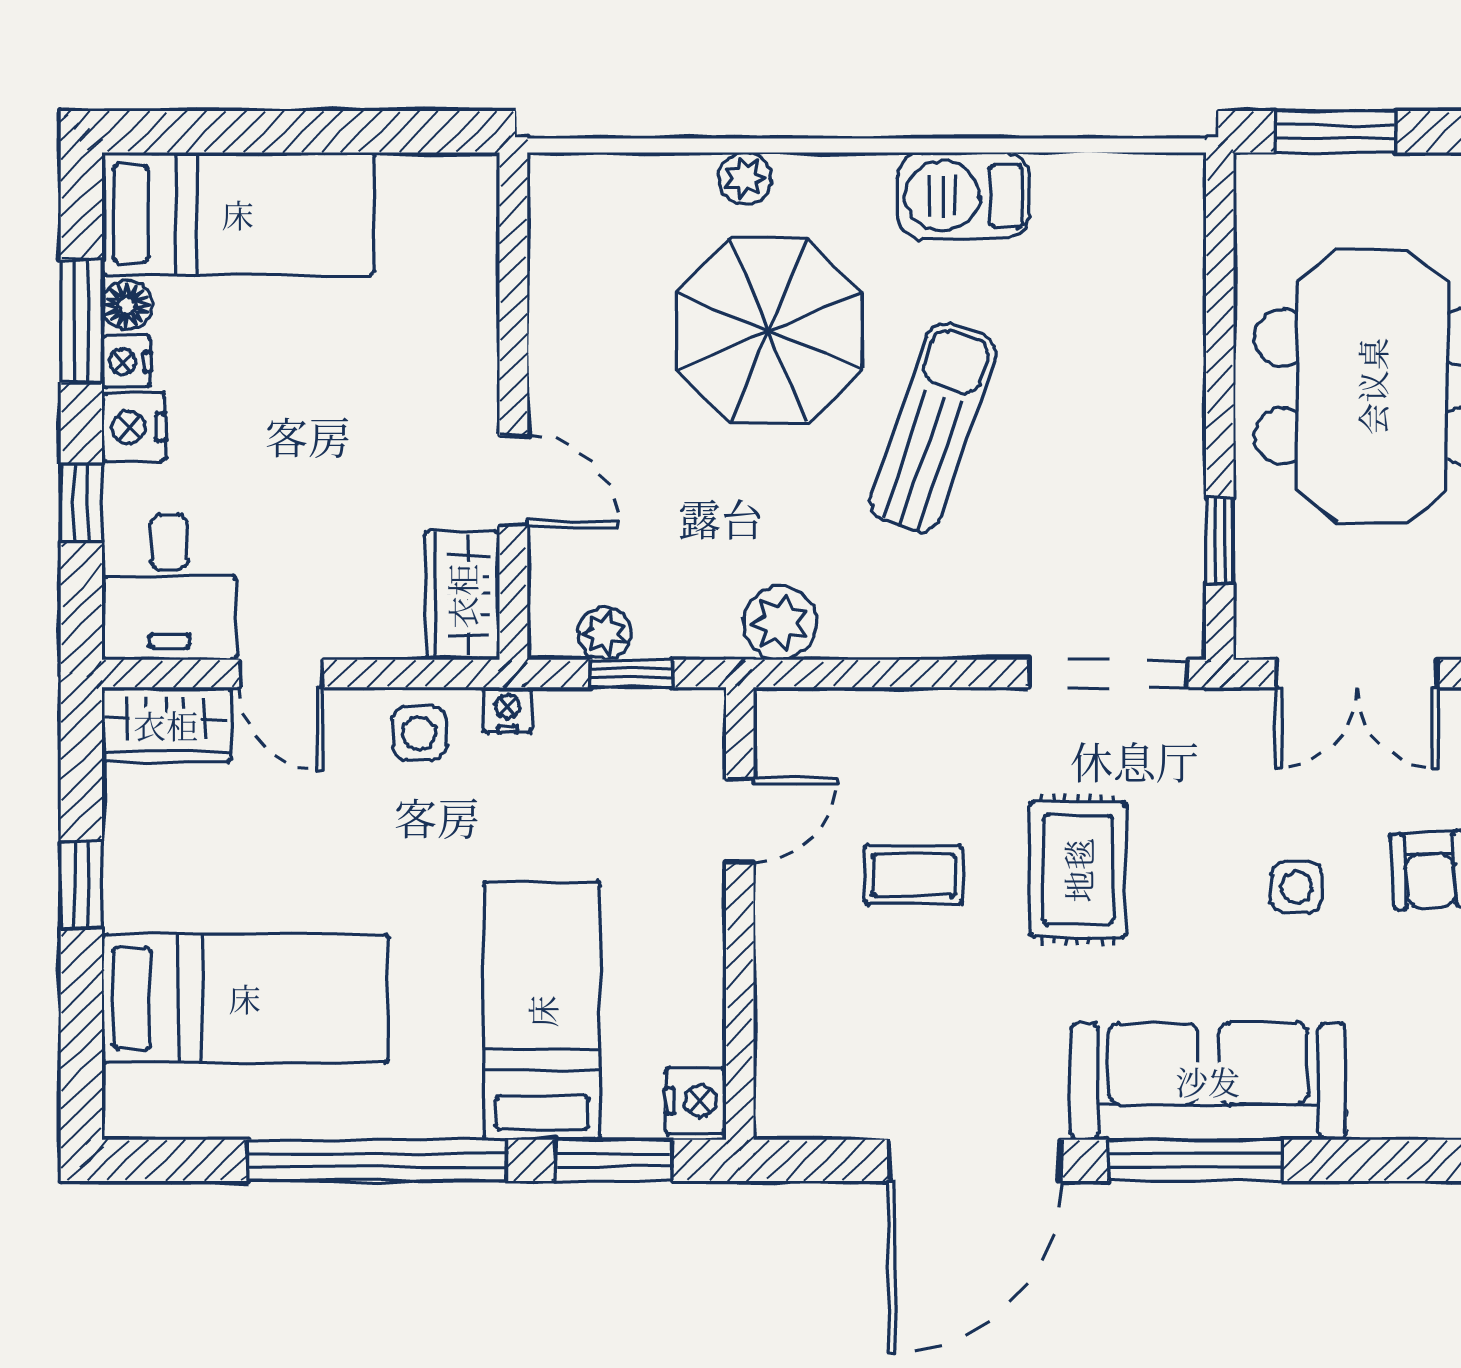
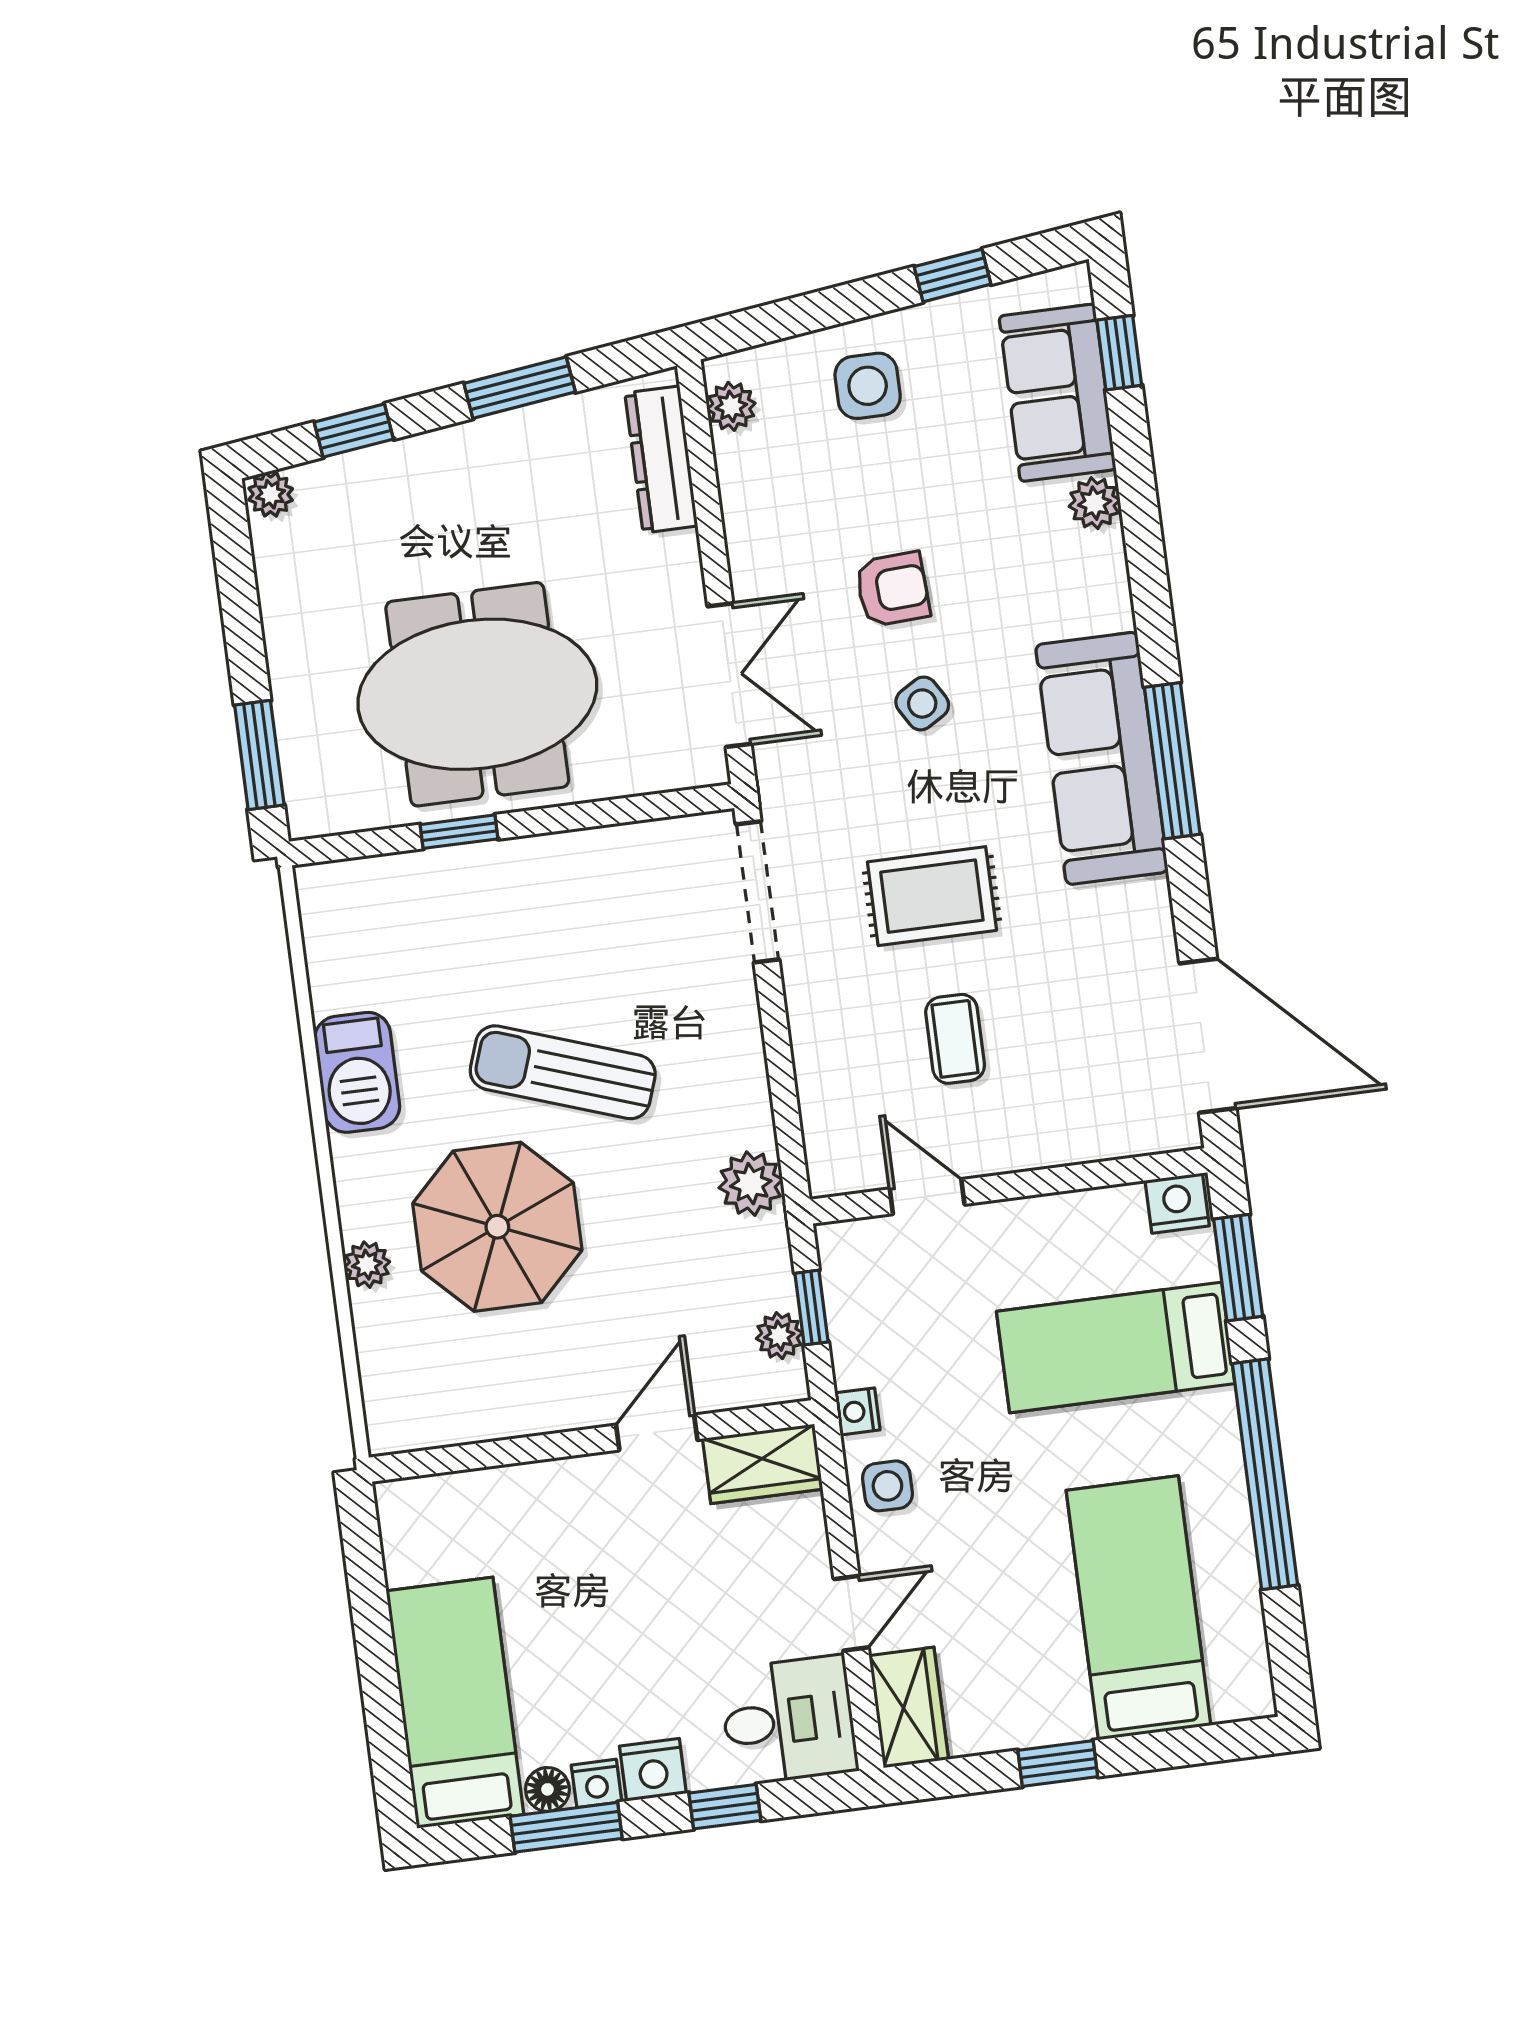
window: (1220, 541) -> (459, 832), moved
side table: (1296, 887) -> (922, 703), turned -32
door: (975, 1160) -> (1208, 1036), moved

